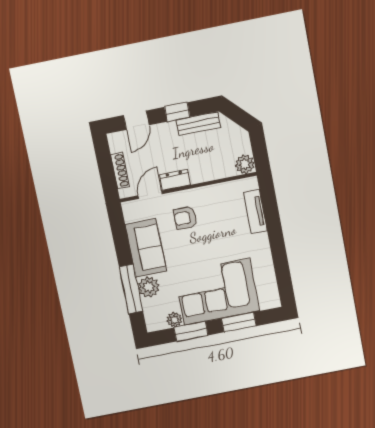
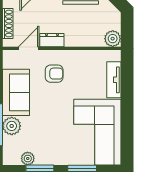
armchair: (185, 218) -> (54, 74), turned 180
corner sofa: (217, 292) -> (97, 132), moved, turned -90

